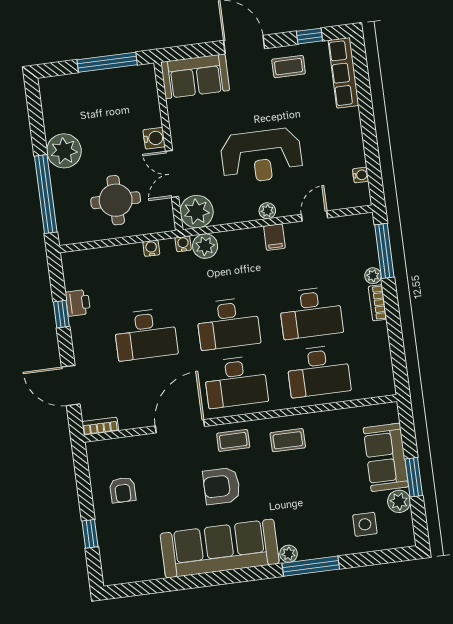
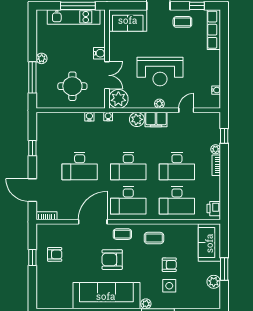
kitchen unit: (102, 82) -> (74, 17), added
plant: (64, 151) -> (42, 58), width x0.53, depth x0.53
double door: (172, 174) -> (107, 75), swing flipped
window: (46, 194) -> (32, 77), width x0.68
filing cabinet: (274, 237) -> (156, 120), width x2.00
plant: (205, 246) -> (137, 119), moved
window: (384, 251) -> (224, 136), width x0.46
printer: (78, 303) -> (214, 209), moved, turned 180
sofa: (386, 457) -> (209, 243), moved
armchair: (320, 482) -> (169, 265), added
armchair: (123, 490) -> (55, 254), turned -90
side table: (365, 524) -> (169, 286), moved
window: (90, 534) -> (32, 258), moved

